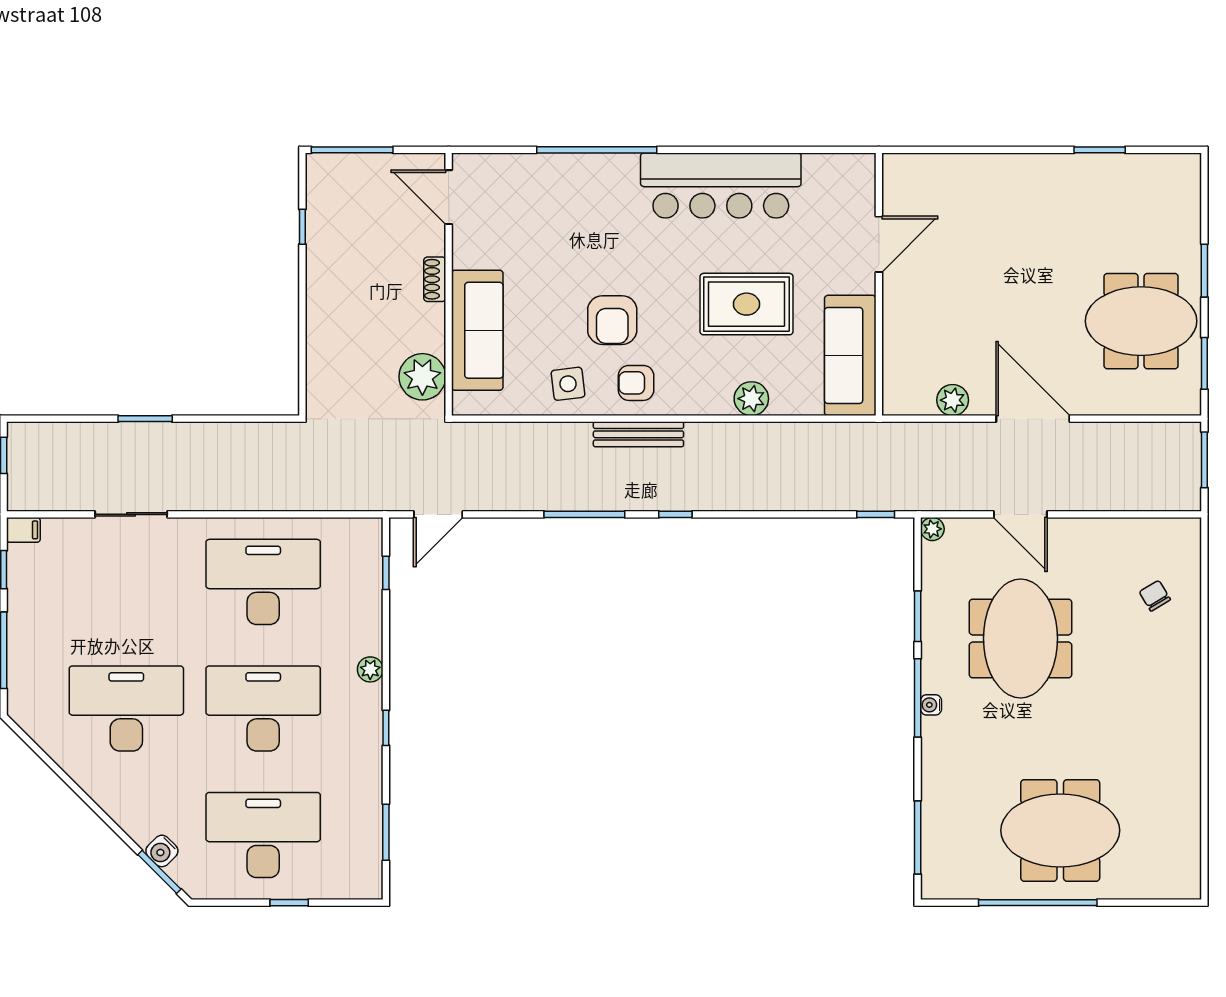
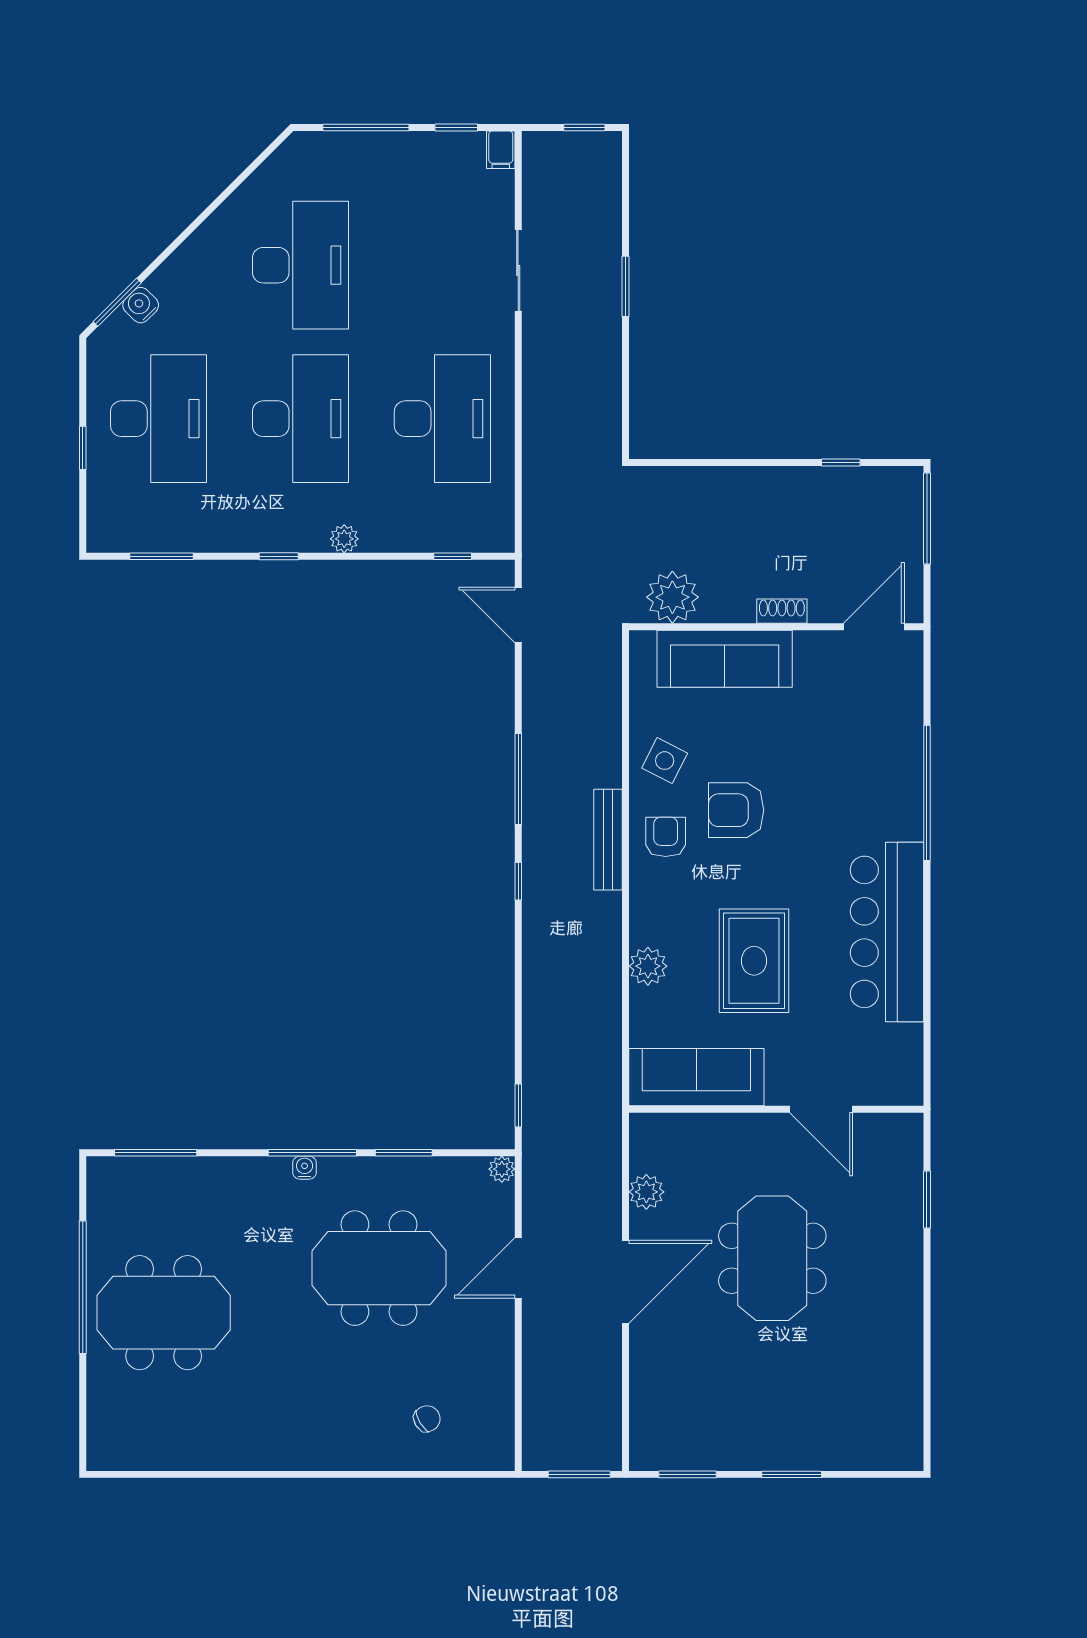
window: (1100, 150) -> (927, 1199), moved
meeting table: (1141, 321) -> (772, 1258), moved
side table: (568, 384) -> (665, 761), turned 34
meeting table: (1060, 830) -> (164, 1313), turned 90

